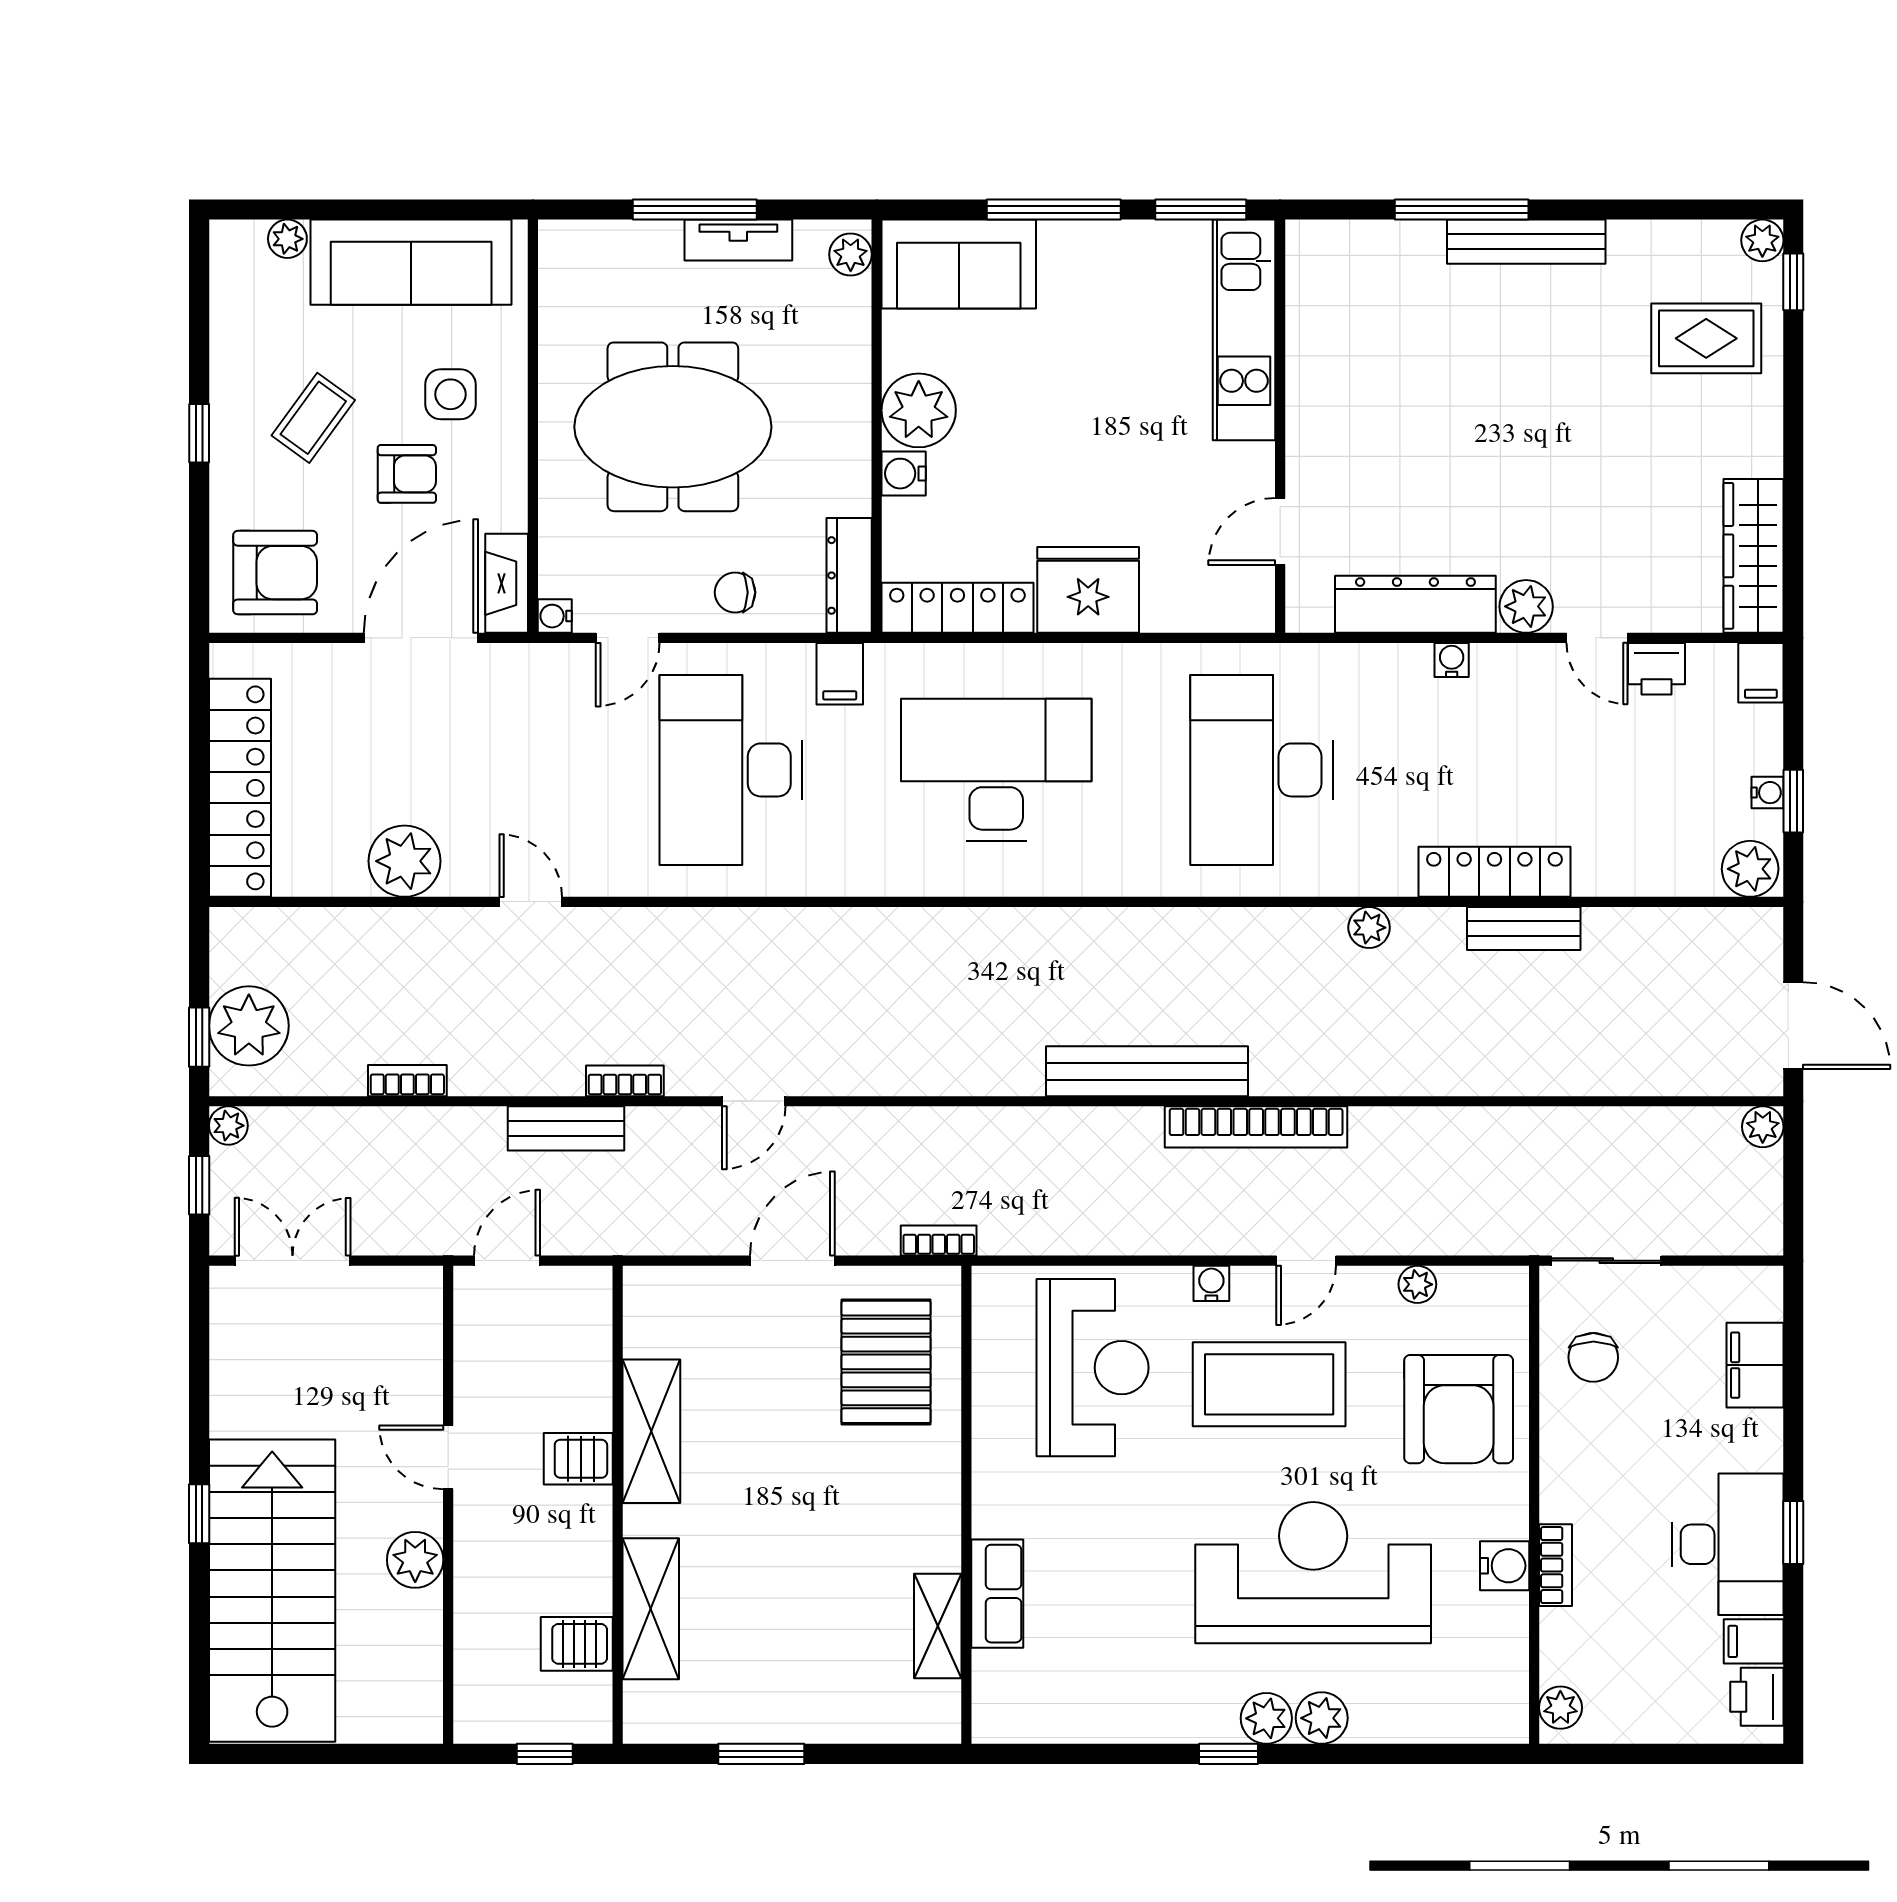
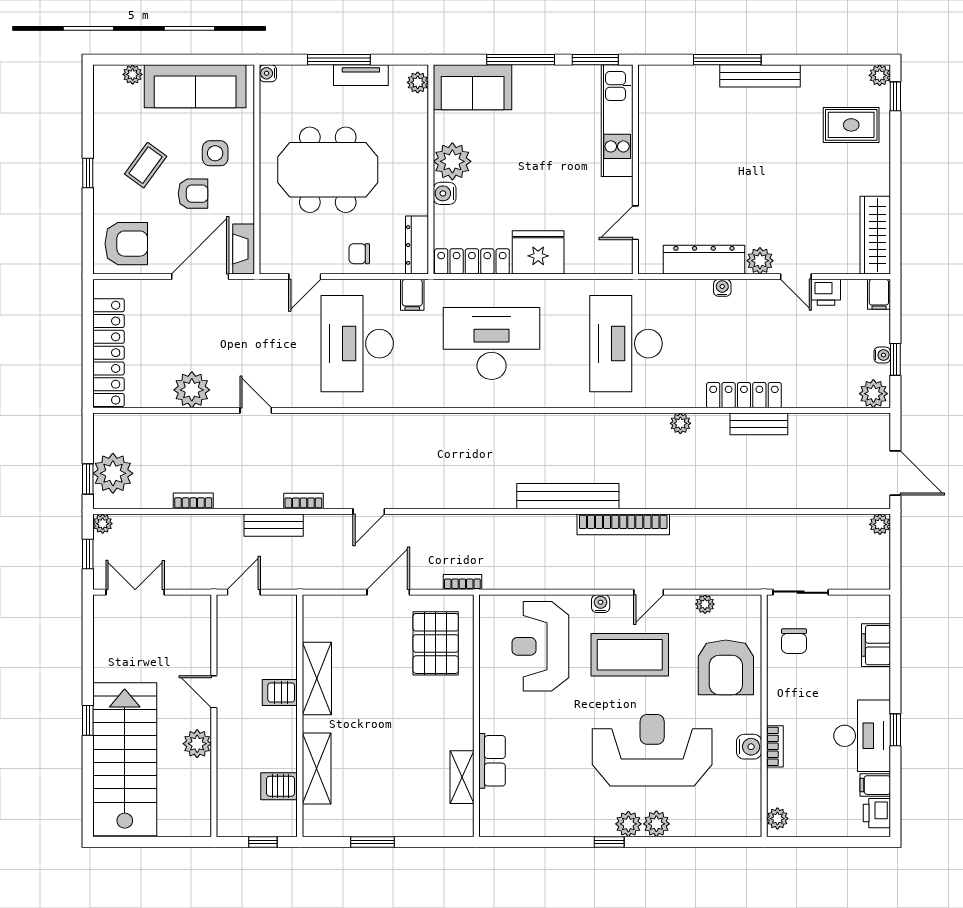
water cooler: (555, 616) -> (268, 73), moved
reception desk: (1093, 1368) -> (540, 646), turned 180

